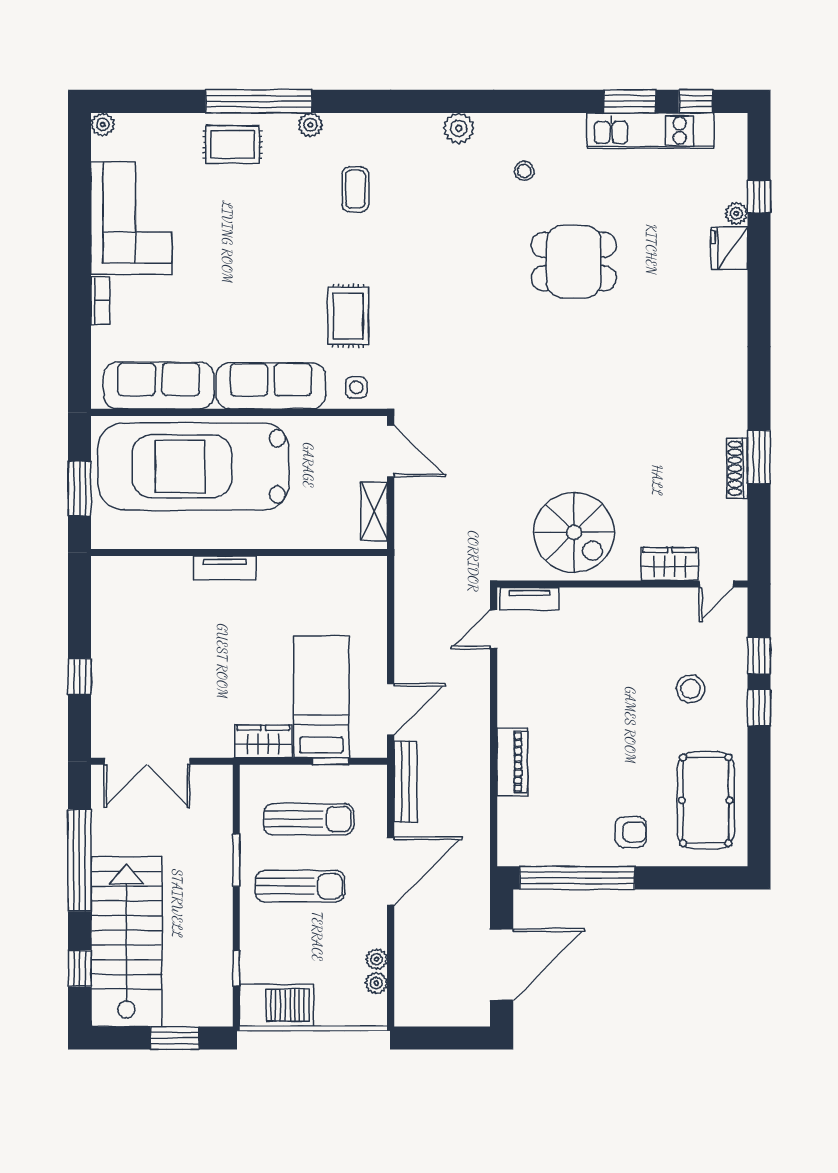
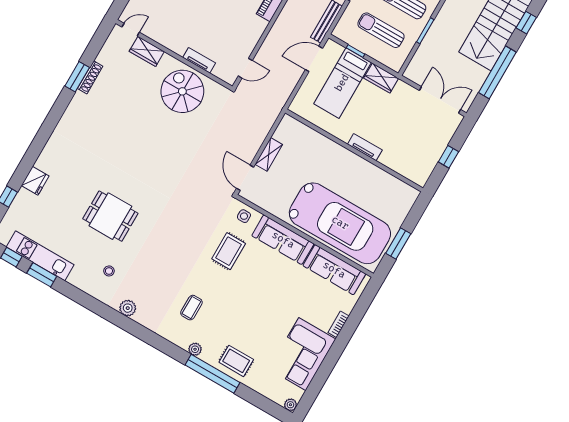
plant: (736, 213) -> (23, 195), removed
wall: (239, 553) -> (354, 150), moved
tv unit: (225, 568) -> (365, 147), moved
tv unit: (529, 599) -> (199, 60), moved

